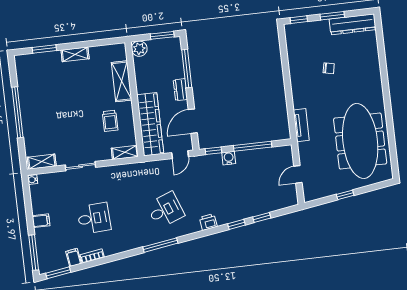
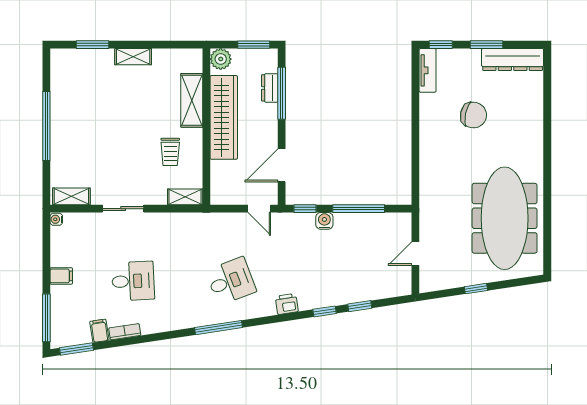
chair: (329, 68) -> (473, 115), width x1.87, depth x1.87
dresser: (180, 90) -> (270, 88), moved
wardrobe: (150, 124) -> (224, 117), moved
tv unit: (301, 125) -> (428, 70), moved
door: (180, 155) -> (259, 209), hinge flipped

